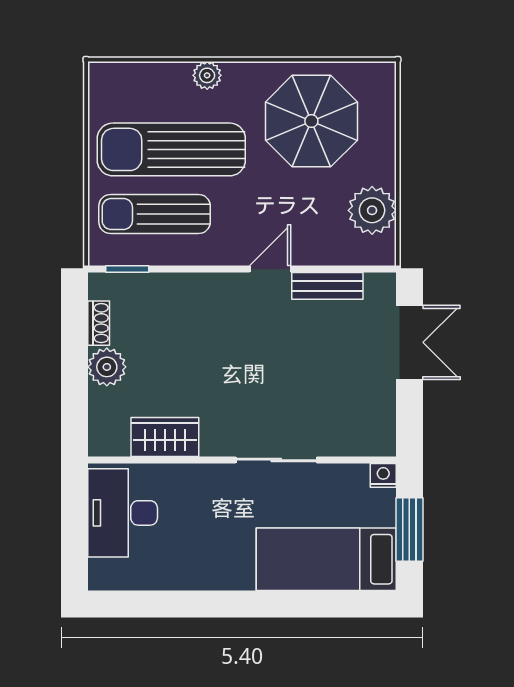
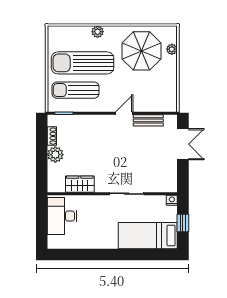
plant: (372, 210) -> (172, 49), moved, width x0.53, depth x0.53
window: (409, 530) -> (183, 223), width x0.67

